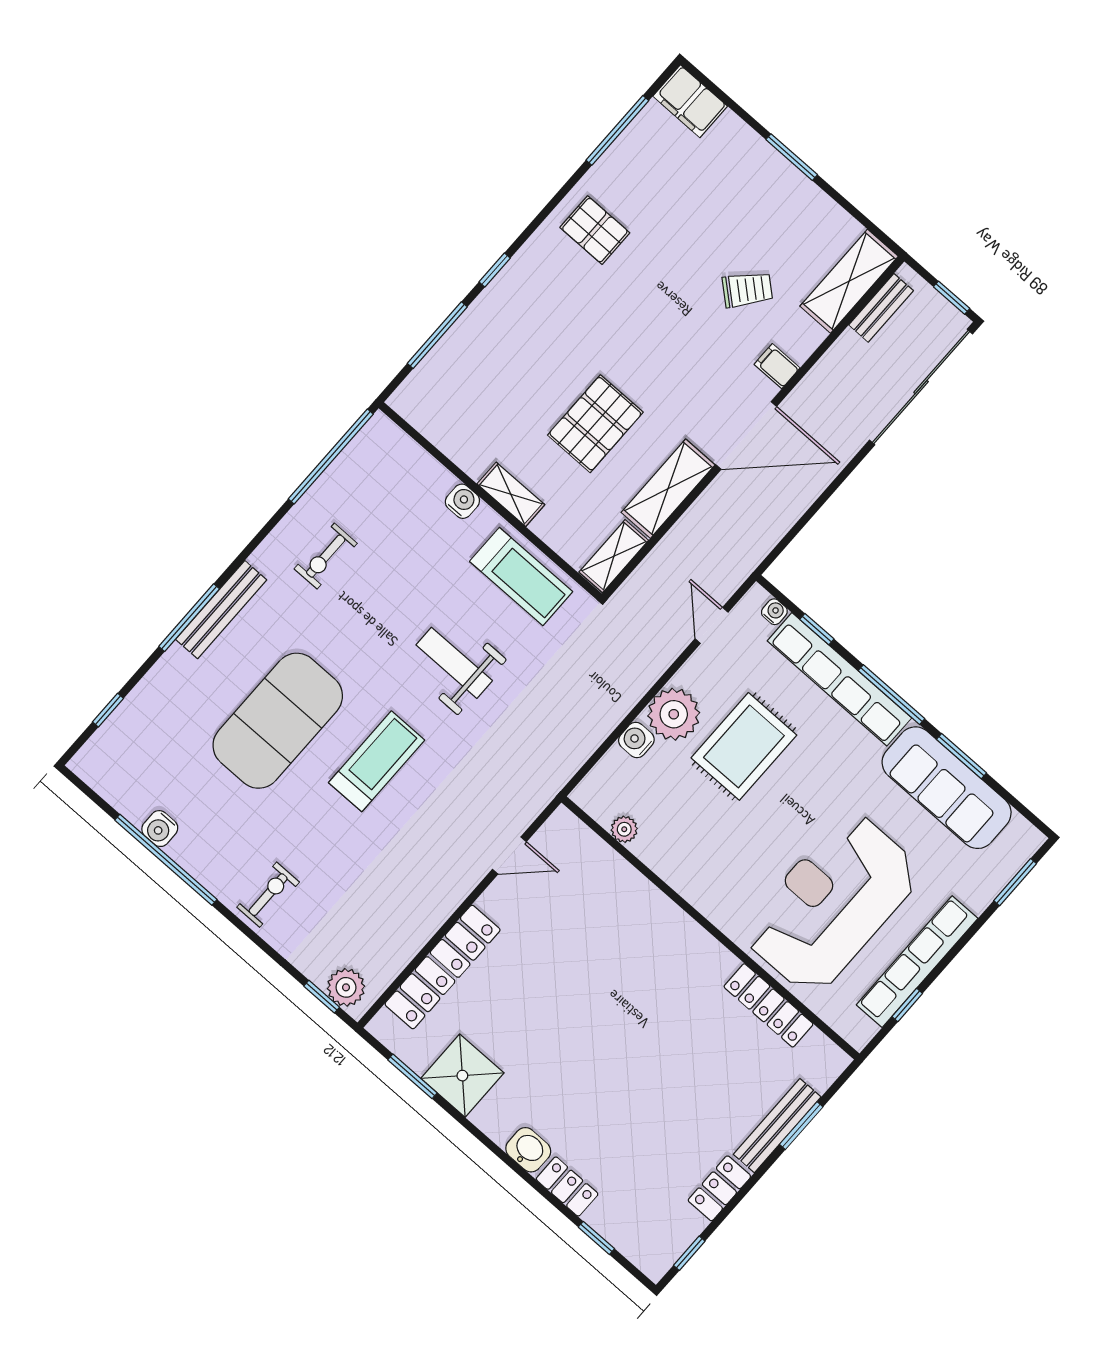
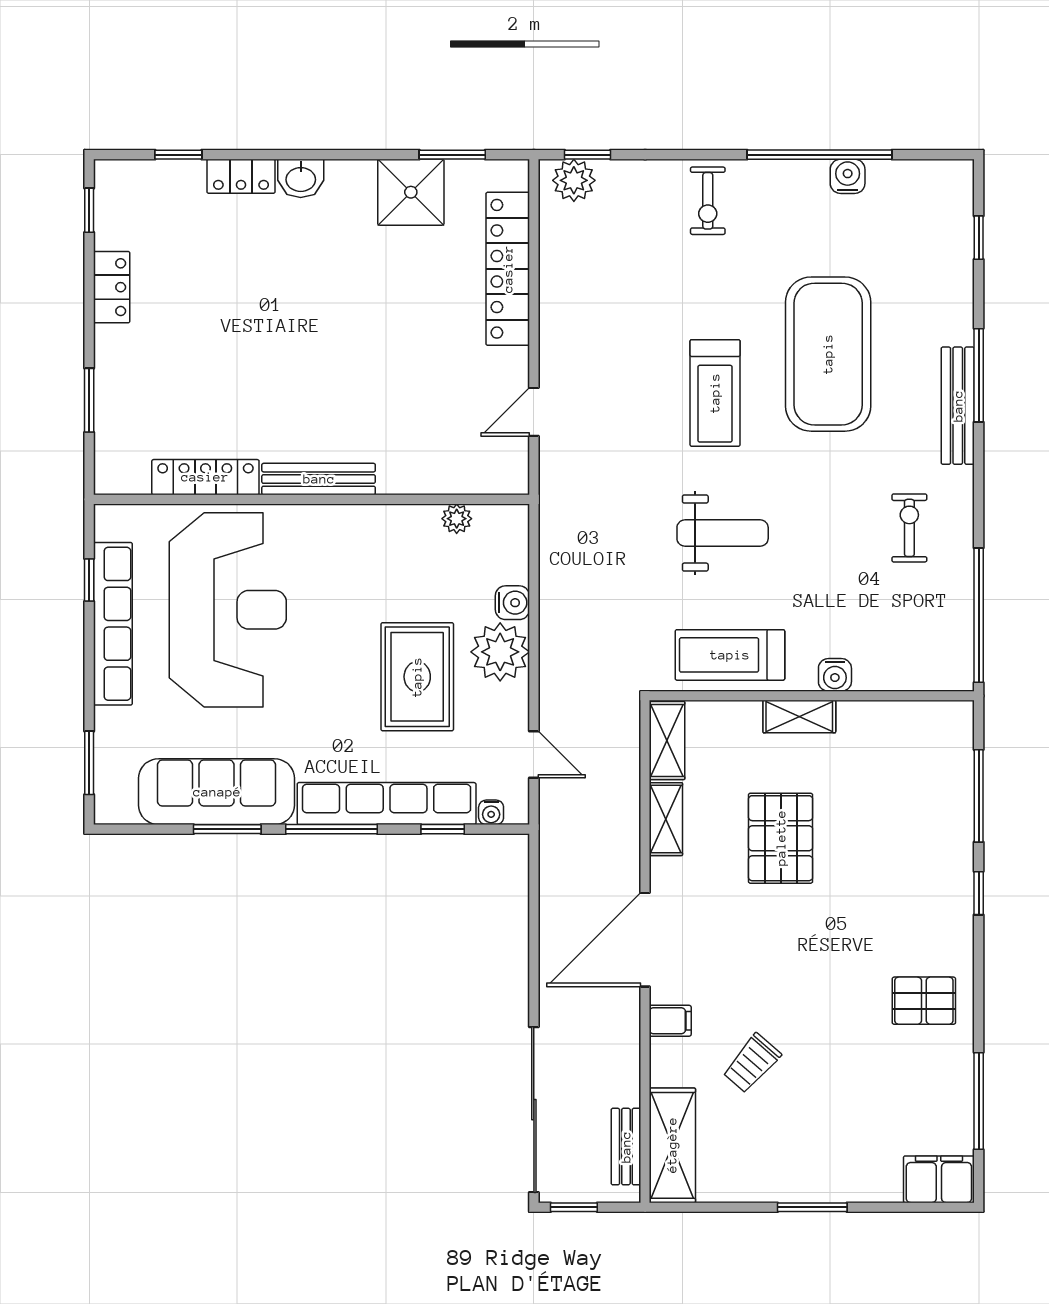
shelving: (668, 489) -> (666, 819), width x0.67, depth x0.75
bench: (777, 1126) -> (319, 479), moved, turned 90

